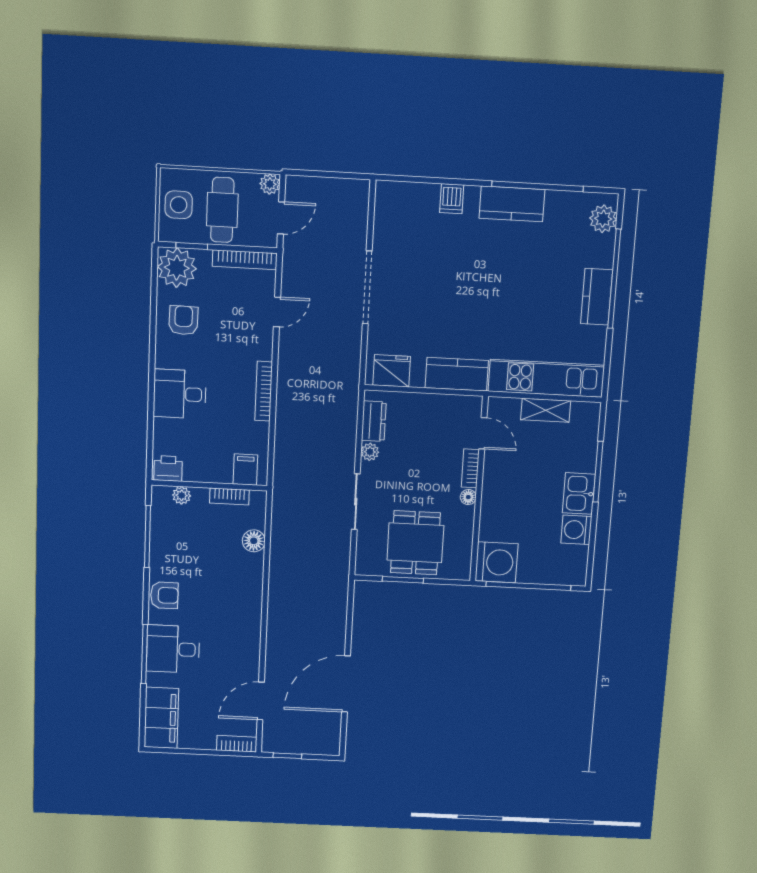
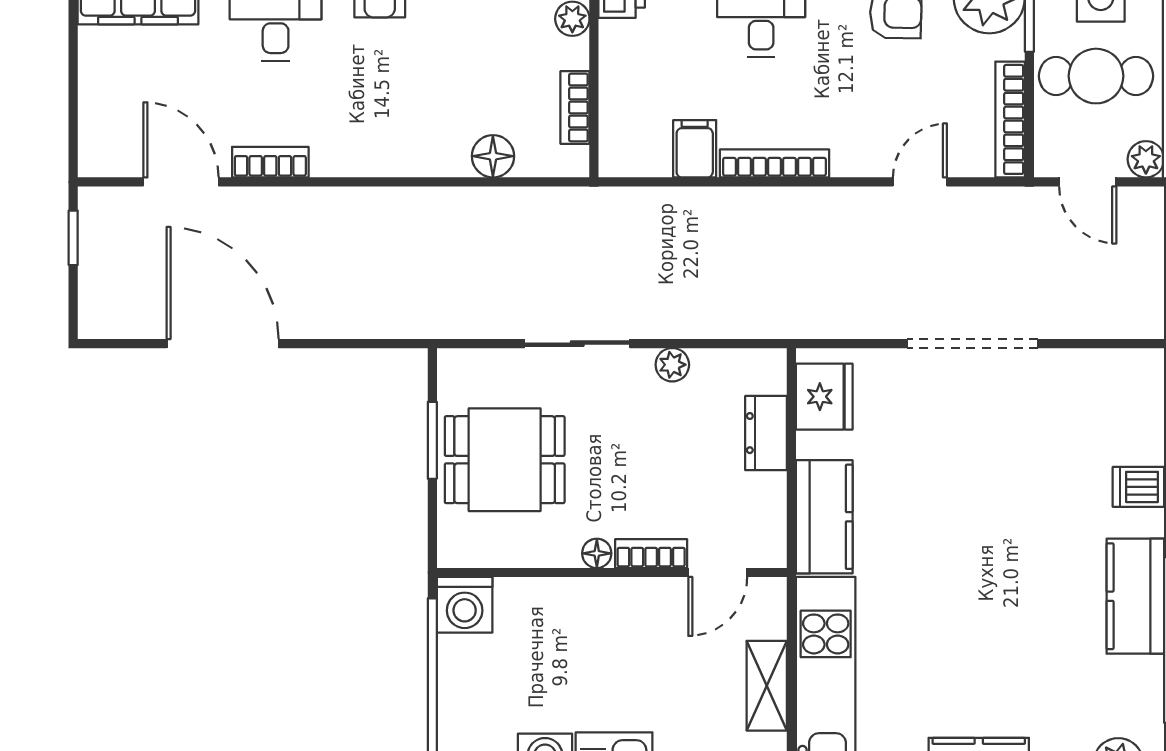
door: (277, 312) -> (920, 182), swing flipped
dresser: (374, 421) -> (766, 433), moved, turned 90
filing cabinet: (245, 470) -> (695, 149), moved, turned -90
washing machine: (497, 562) -> (465, 605), width x0.73, depth x0.73
bookcase: (237, 744) -> (270, 162), moved, turned -90

